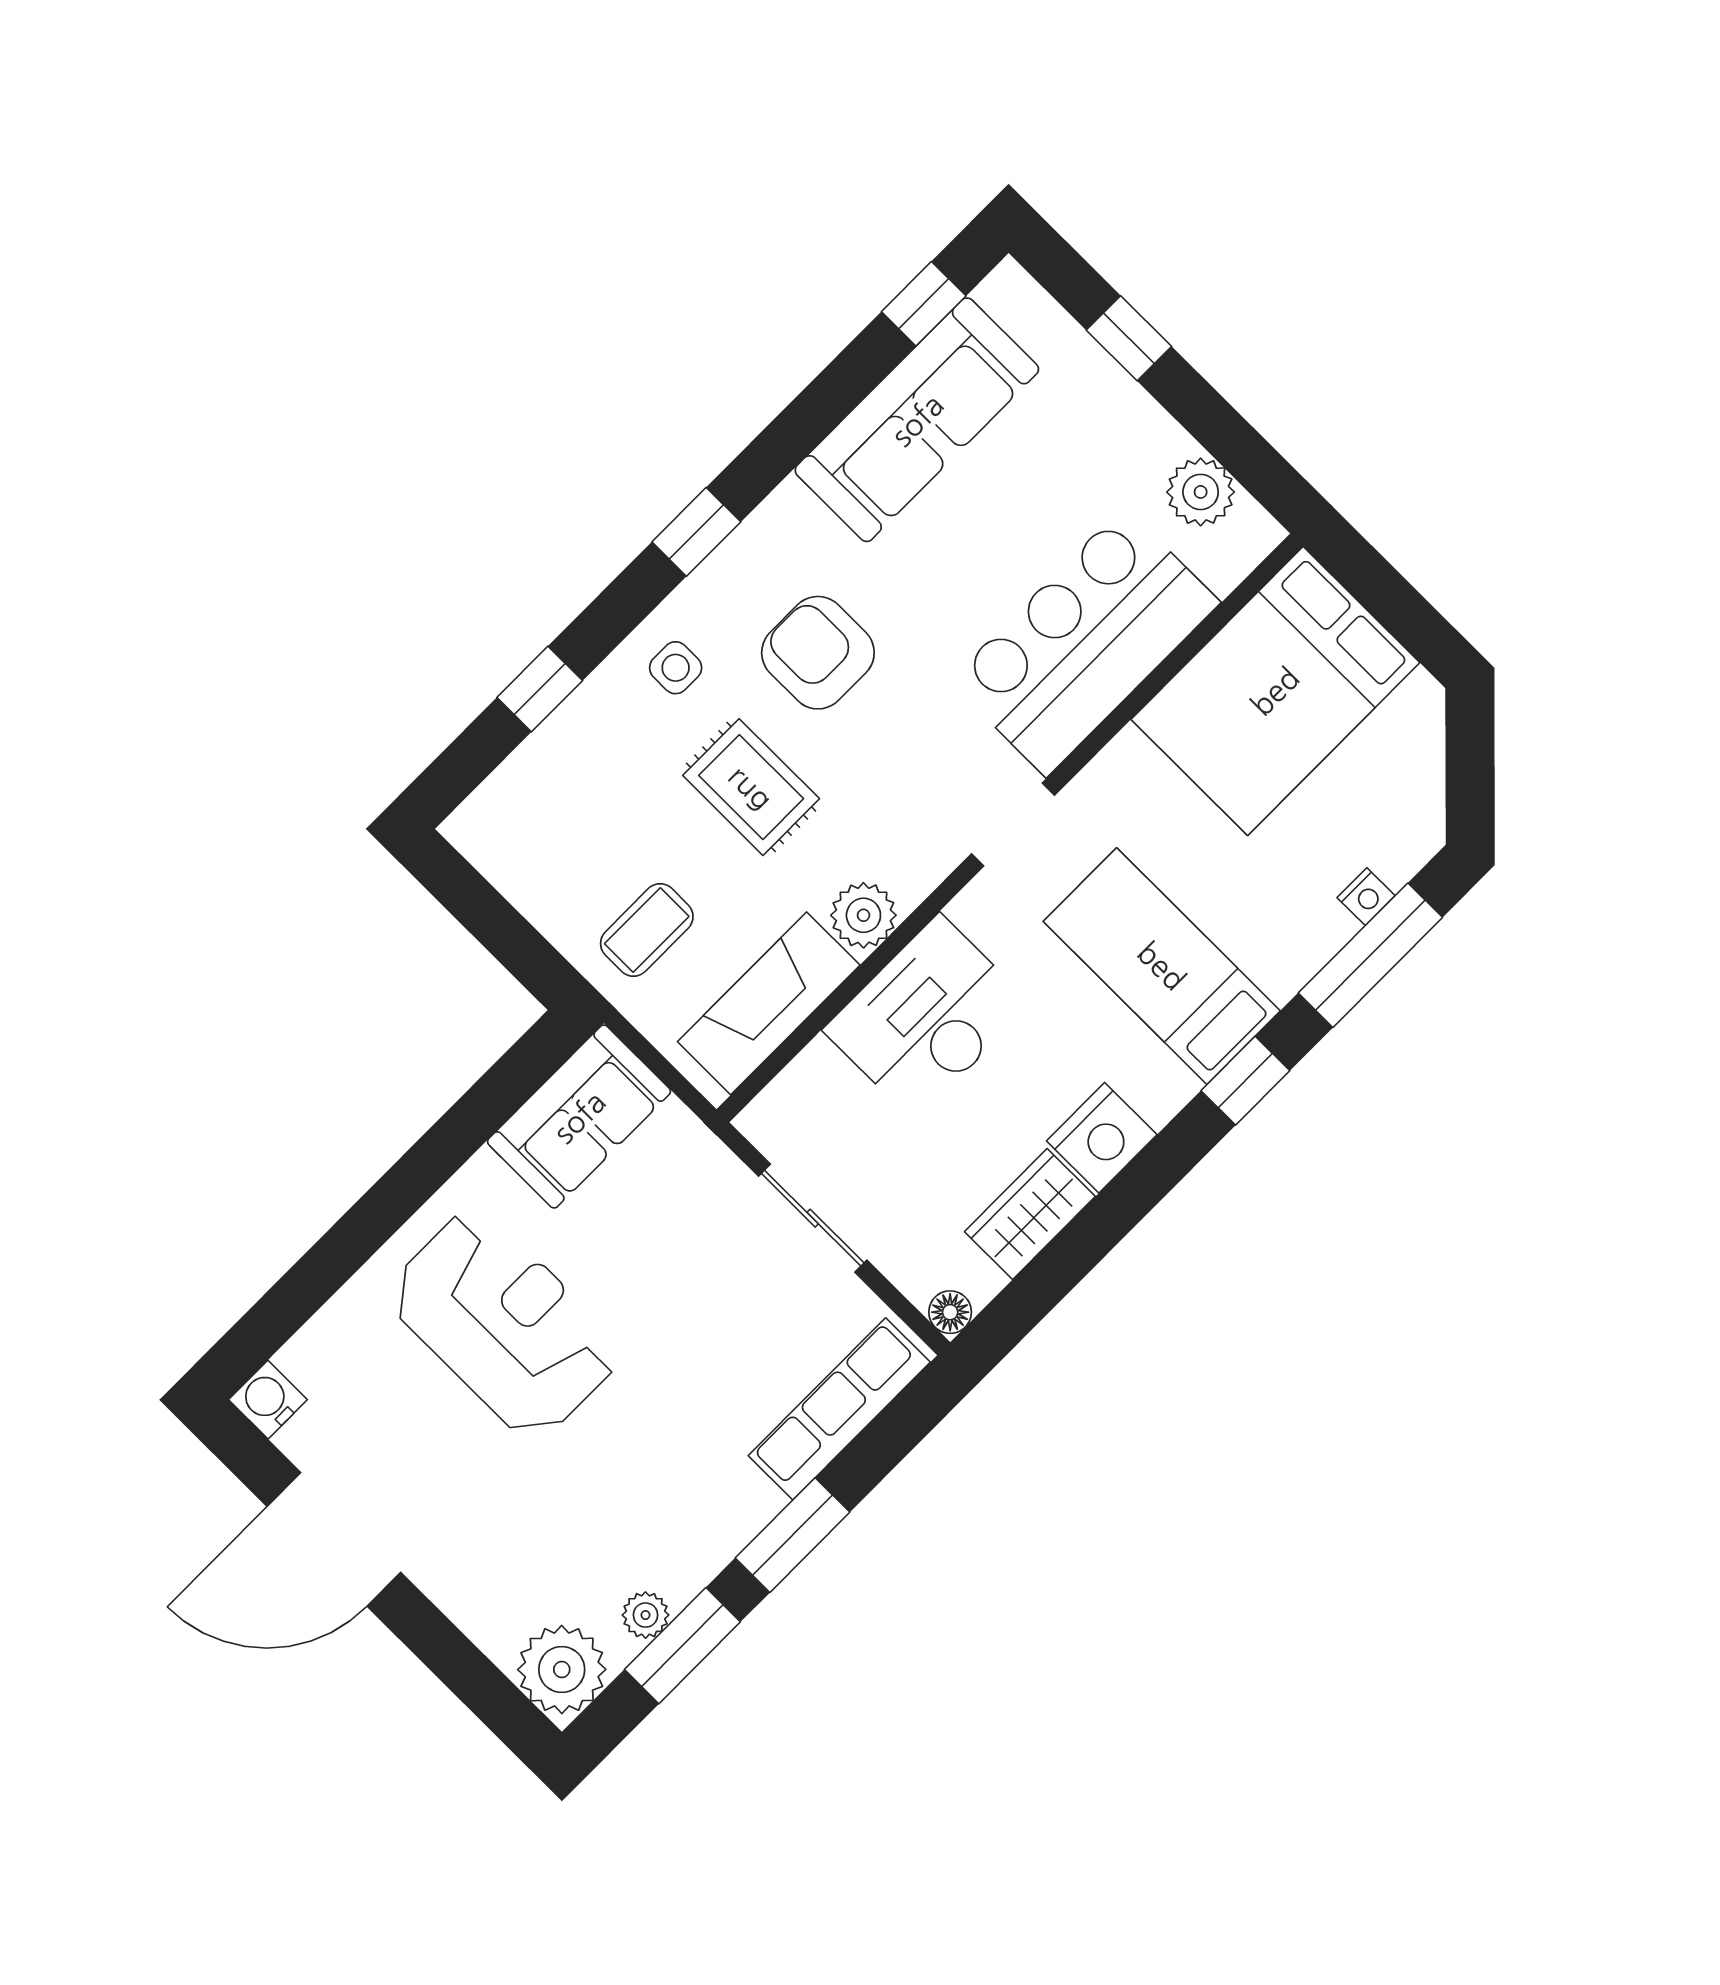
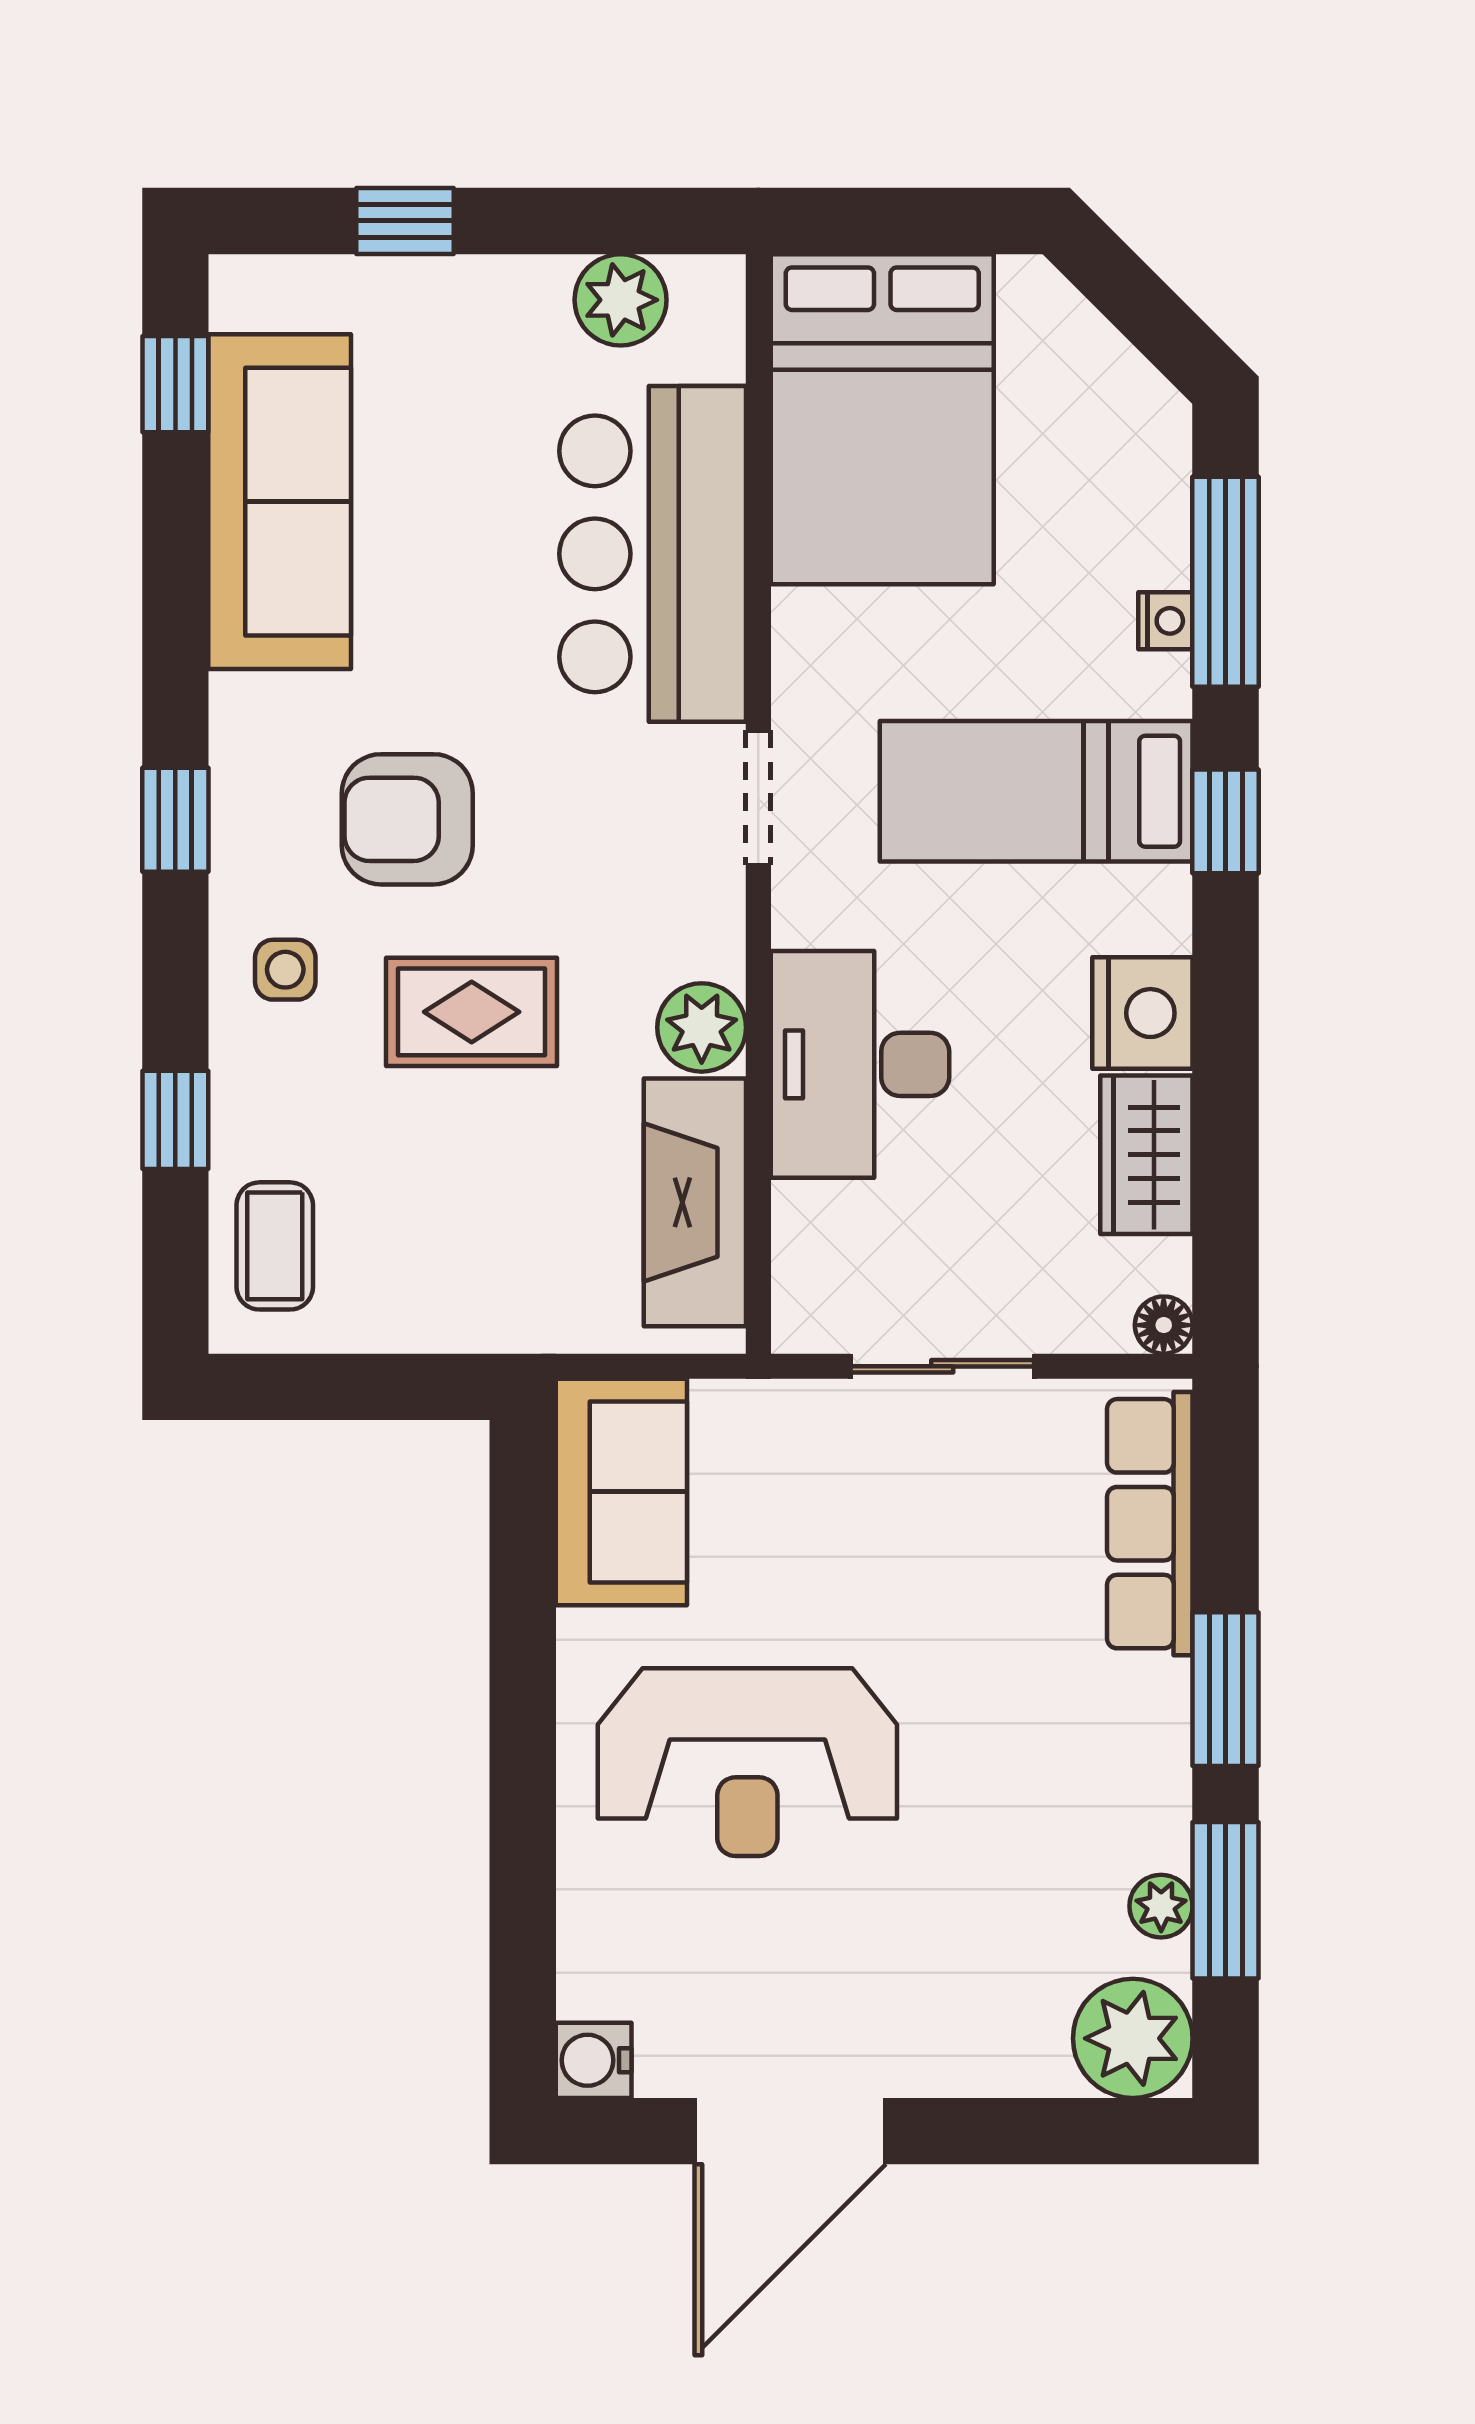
nightstand: (1366, 897) -> (1165, 621), moved
coffee table: (647, 930) -> (275, 1246), moved
reception desk: (504, 1324) -> (747, 1762), turned 180

